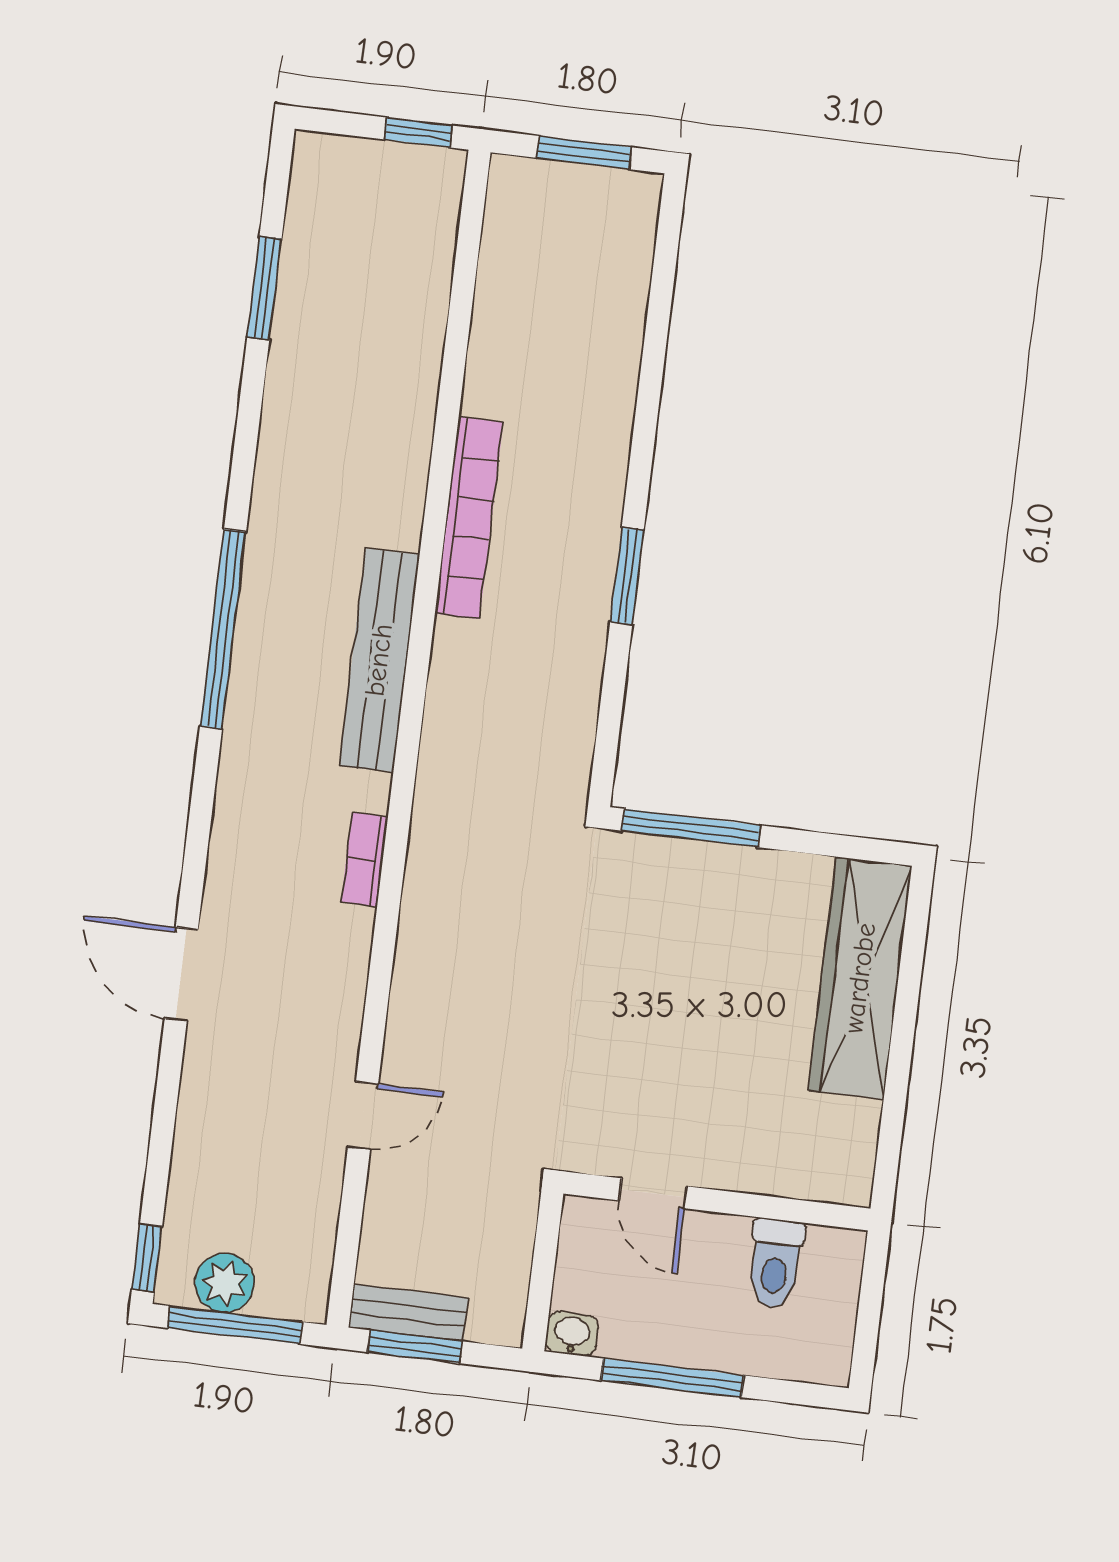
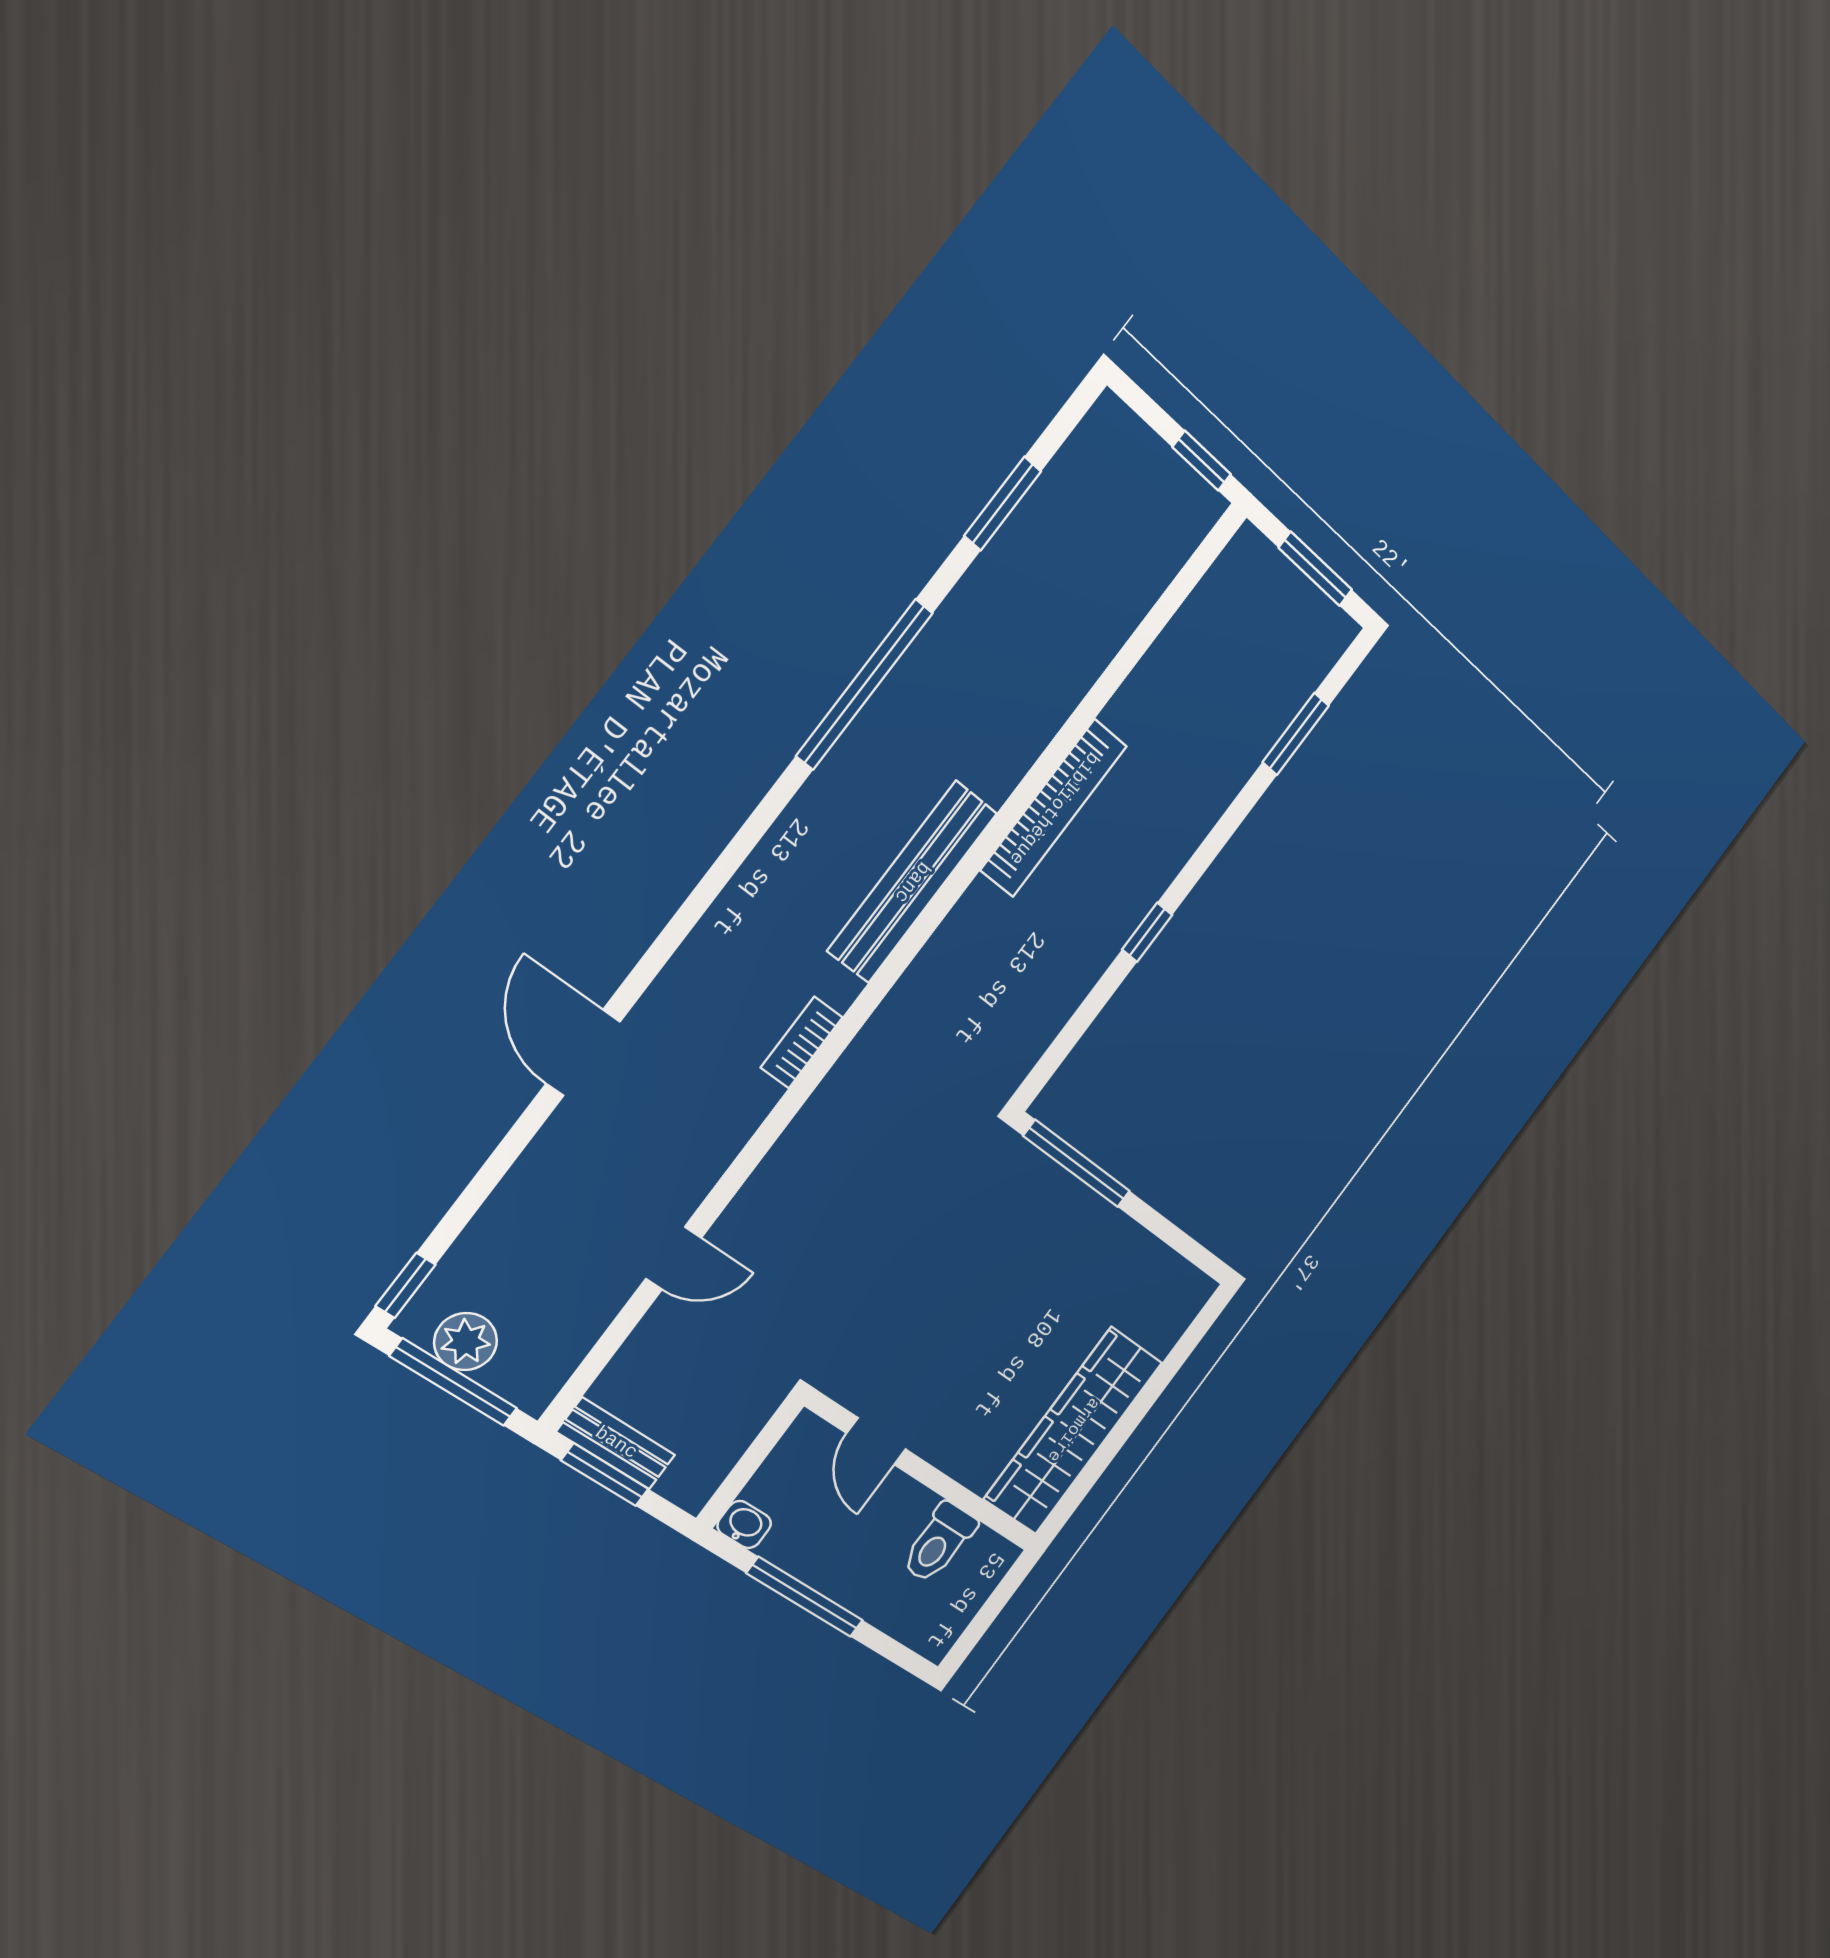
window: (659, 309) -> (1296, 734), added
window: (627, 576) -> (1147, 932), width x0.67
window: (223, 629) -> (865, 684), moved
wardrobe: (860, 978) -> (1073, 1430), moved

